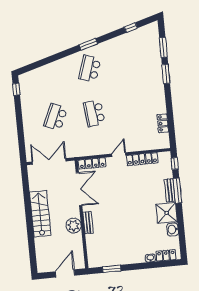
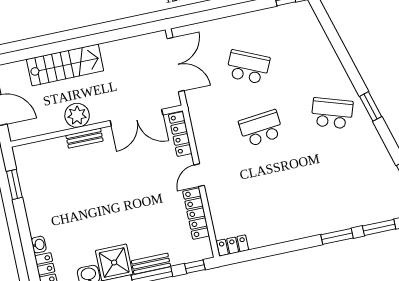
locker: (163, 123) -> (233, 245), moved
door: (119, 155) -> (199, 175), swing flipped
stairs: (40, 214) -> (65, 65), moved

